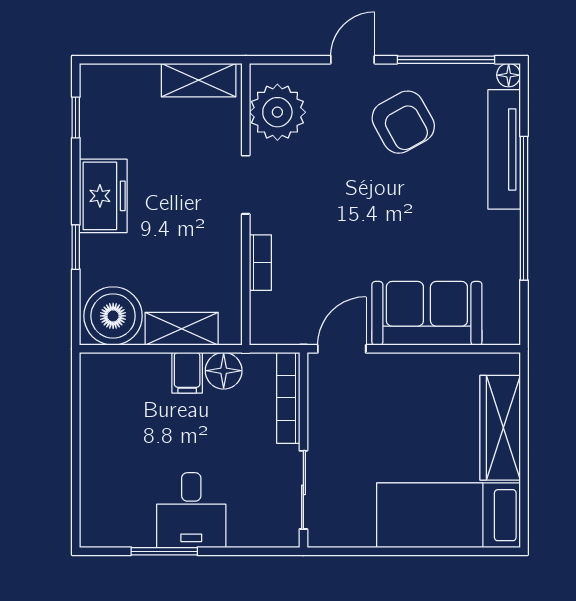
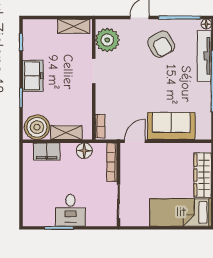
bookcase: (260, 263) -> (100, 126), moved
filing cabinet: (187, 373) -> (47, 151), moved, width x2.00

